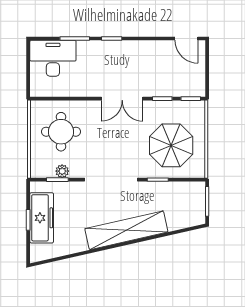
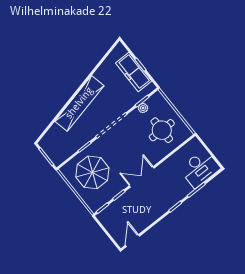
door: (186, 38) -> (132, 241), hinge flipped

